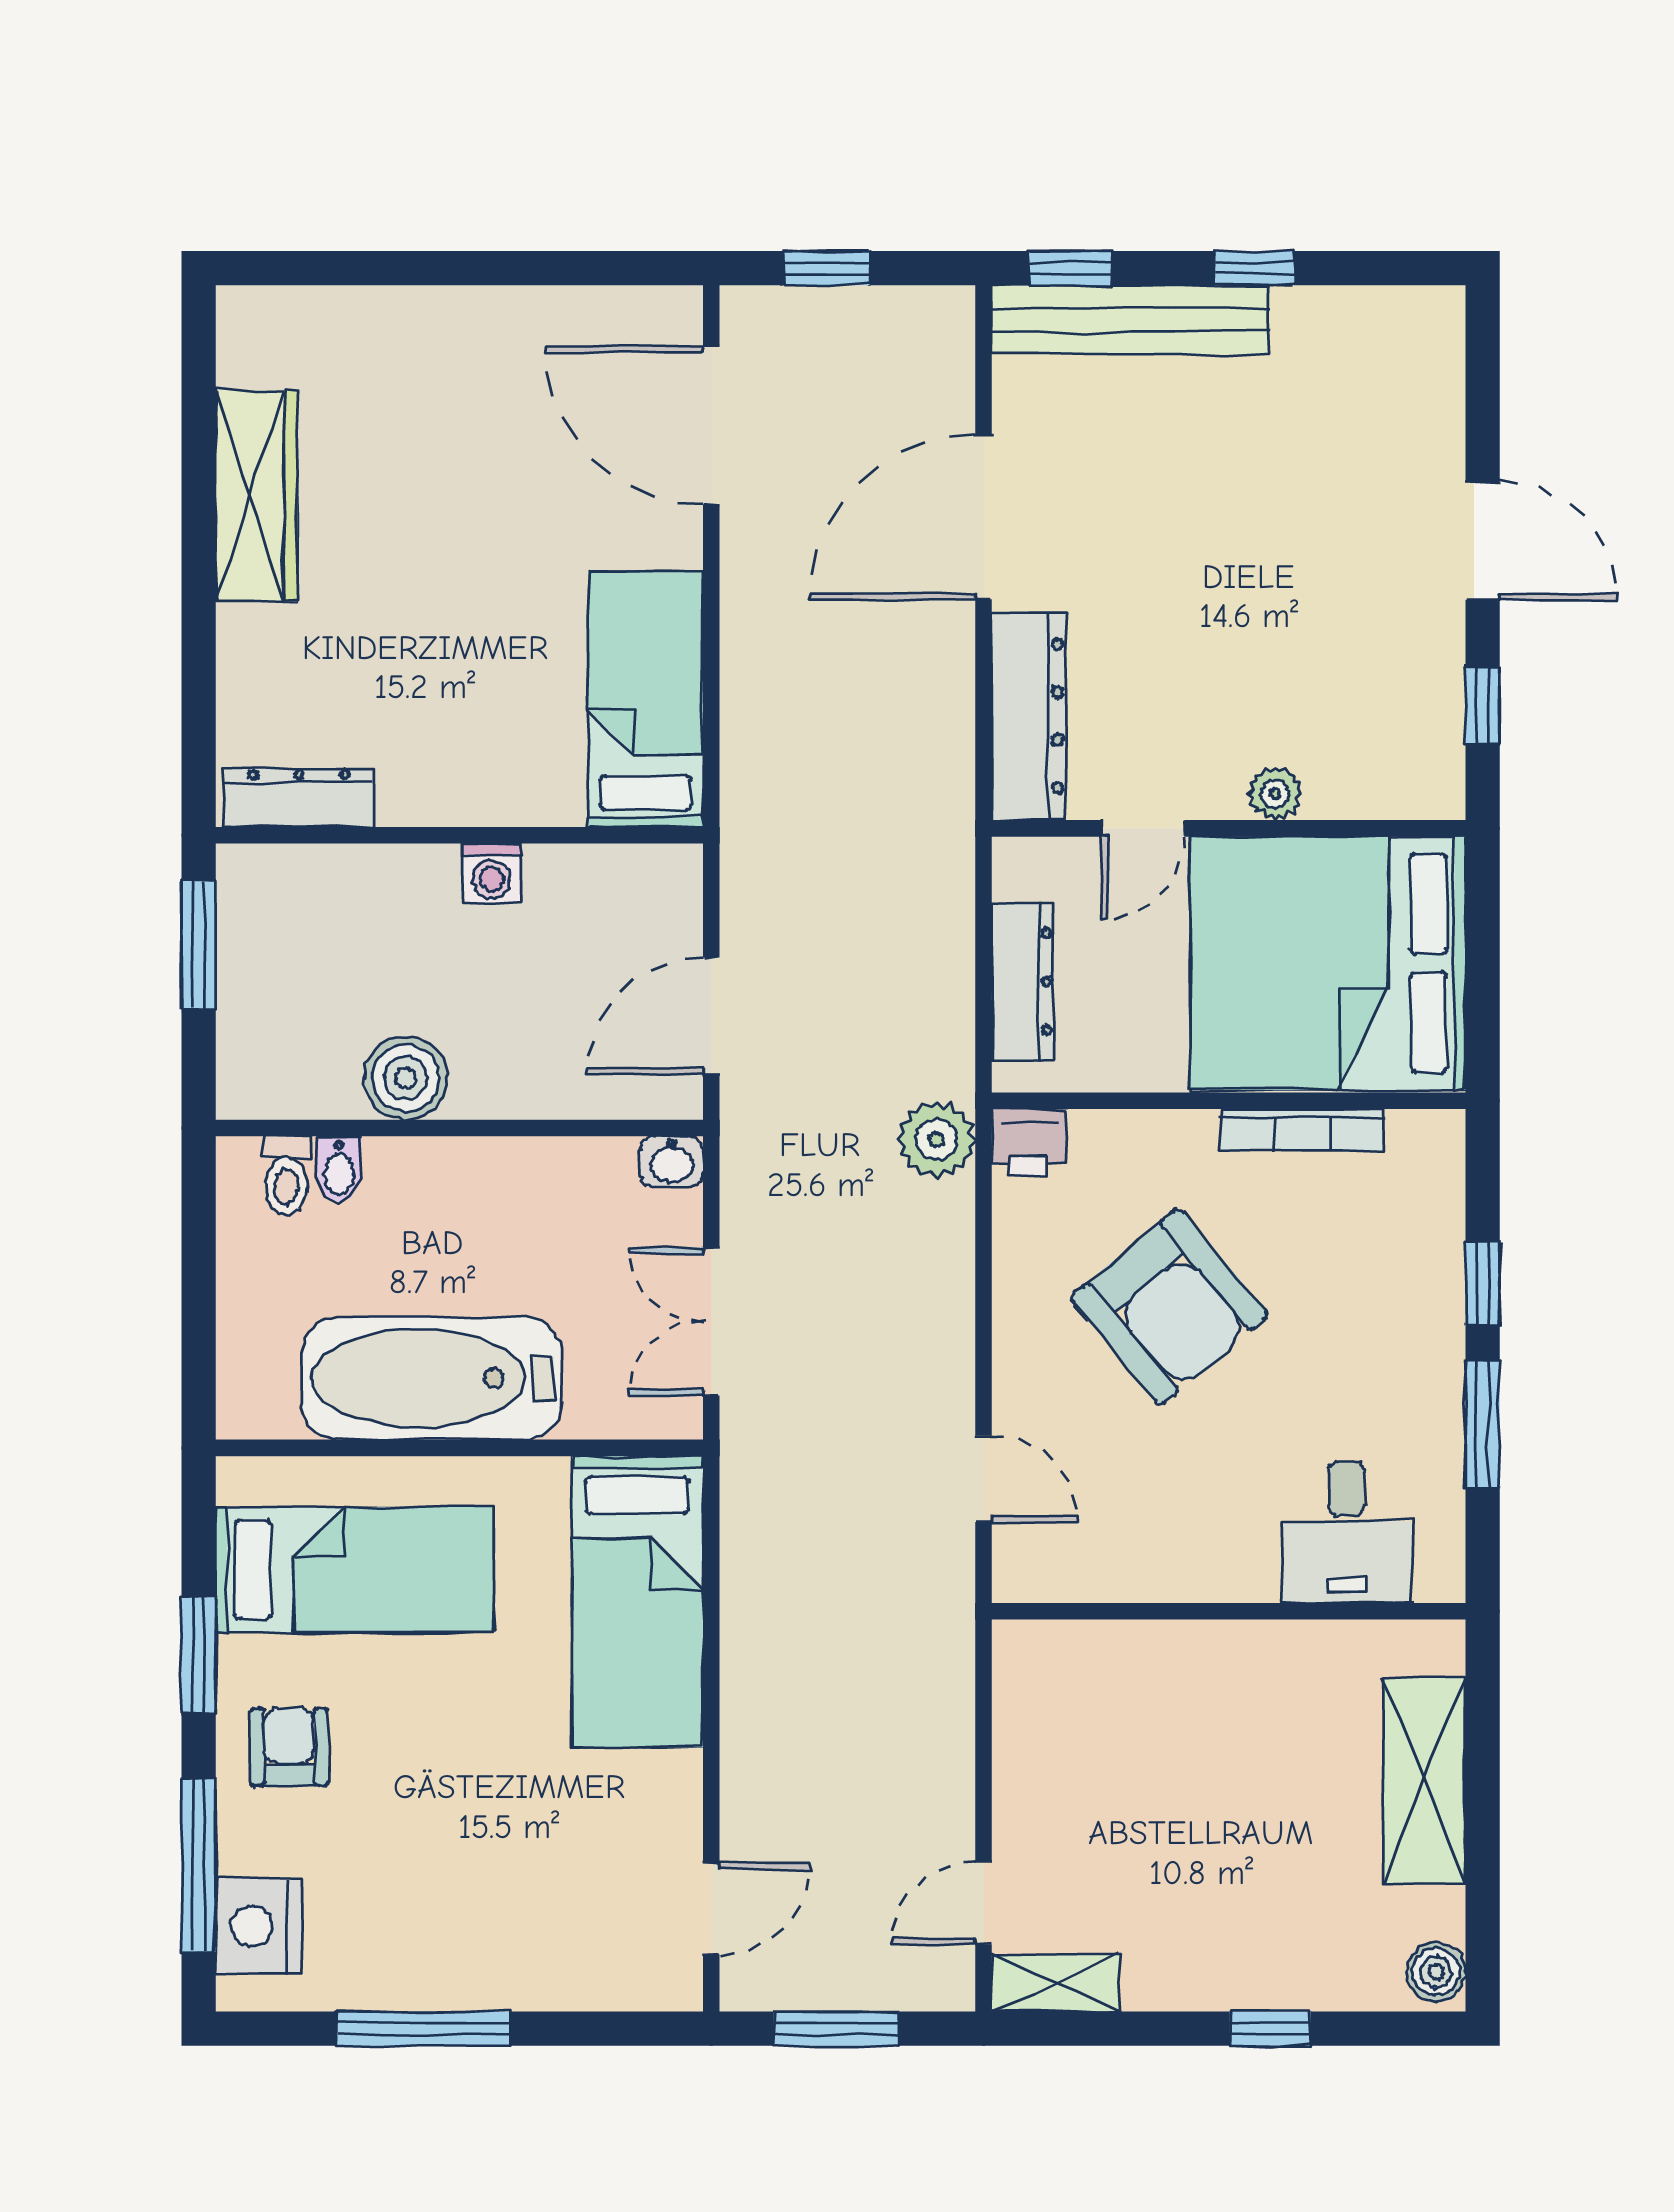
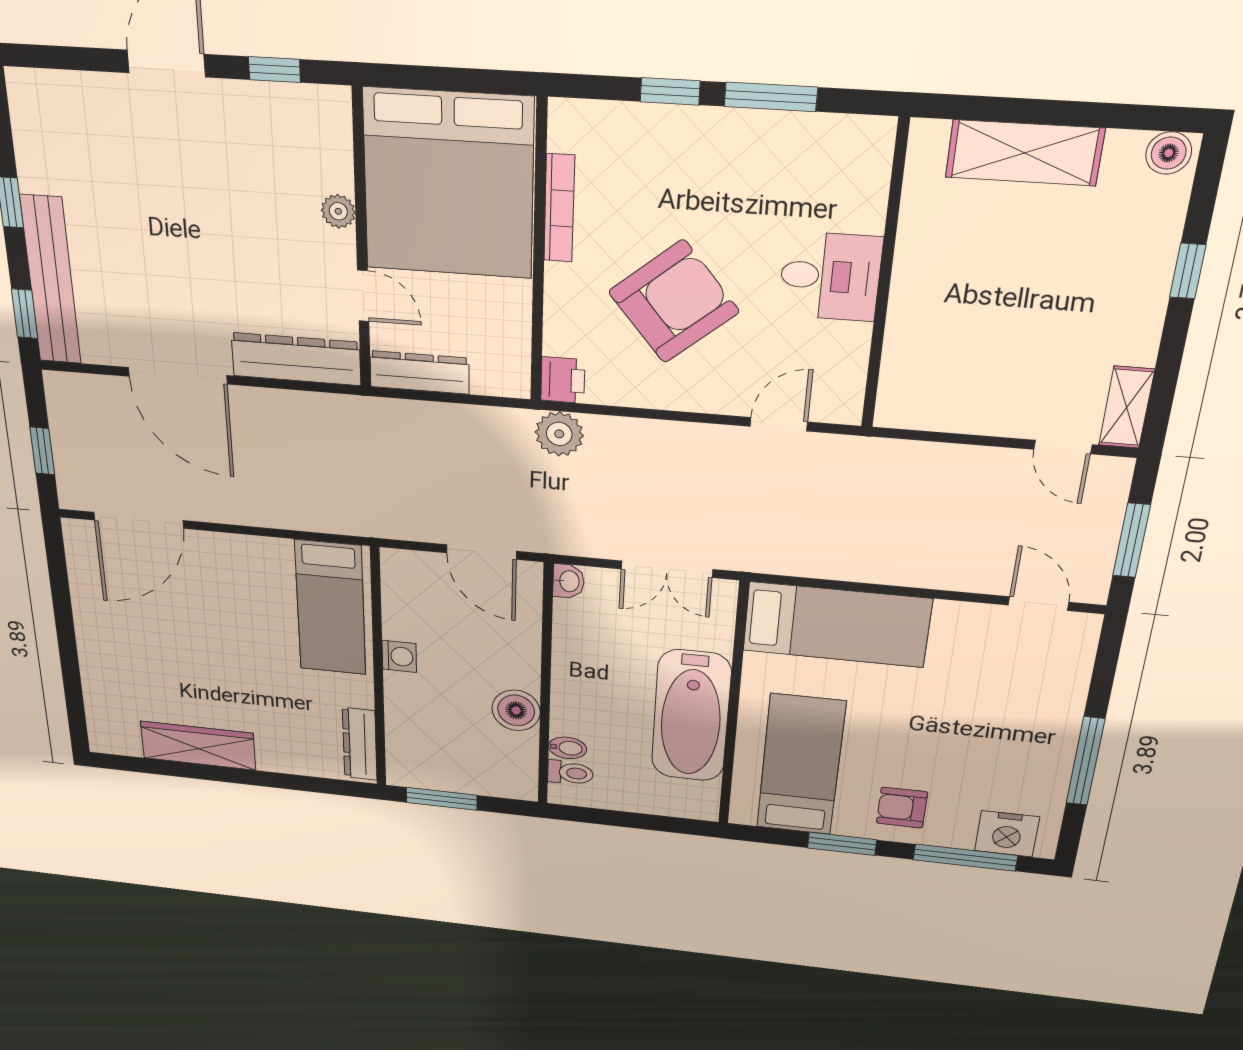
bed: (646, 699) -> (330, 608), moved, turned -90
dresser: (1023, 982) -> (419, 372), moved
desk: (1346, 1533) -> (830, 276), moved

